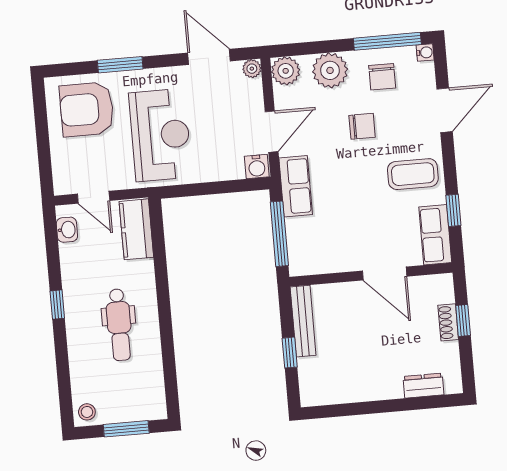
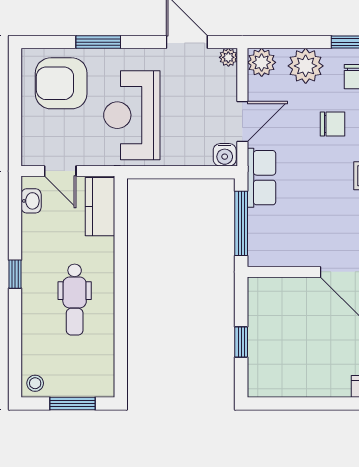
reception desk: (160, 135) -> (132, 115), turned 180
bench: (303, 321) -> (257, 312), removed

